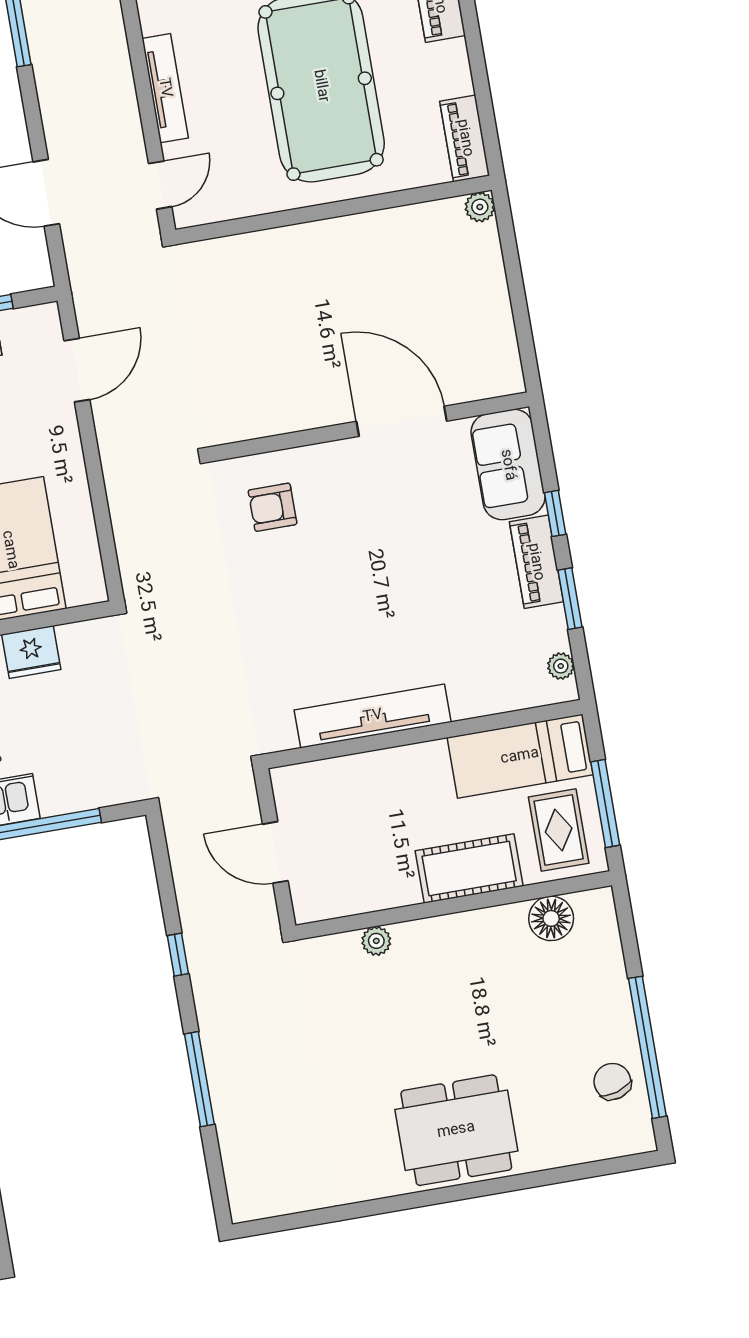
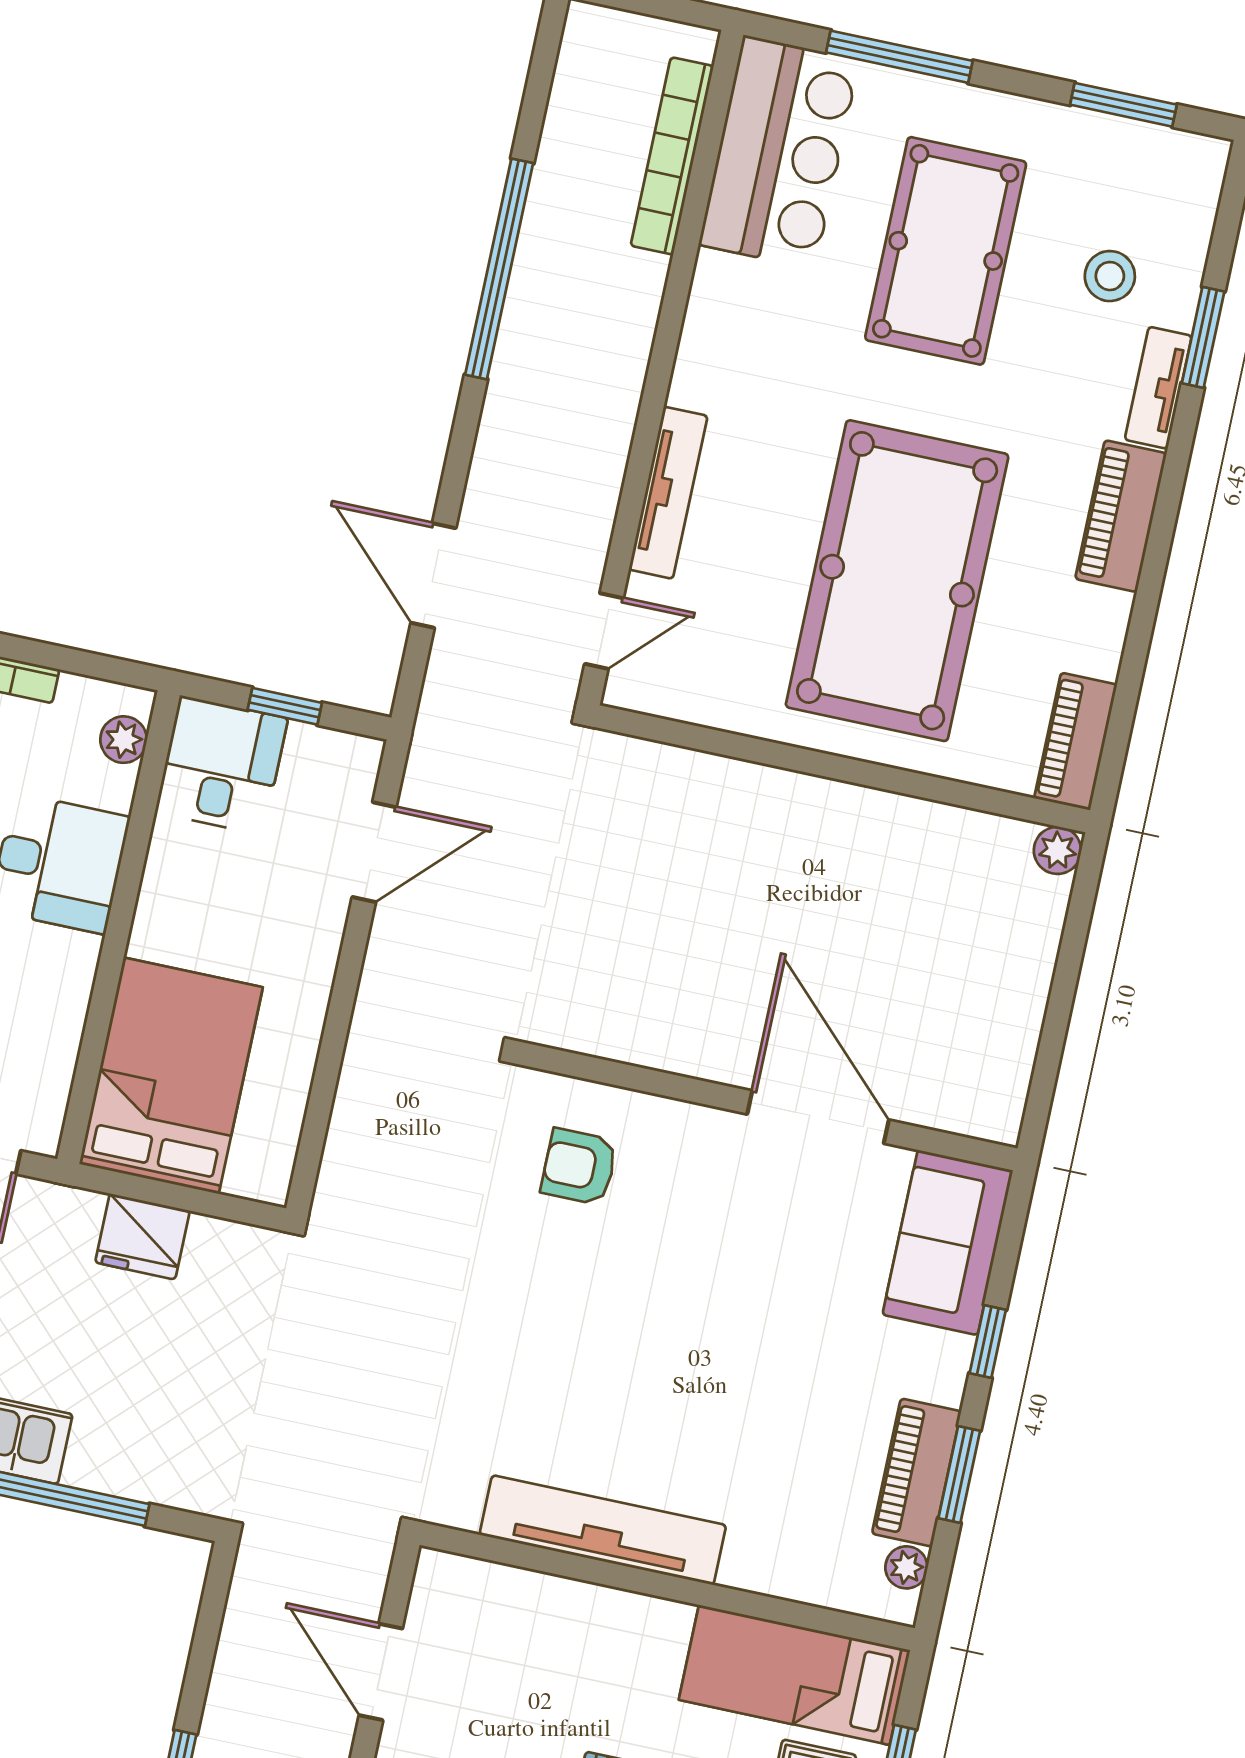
piano: (536, 562) -> (917, 1473), moved

